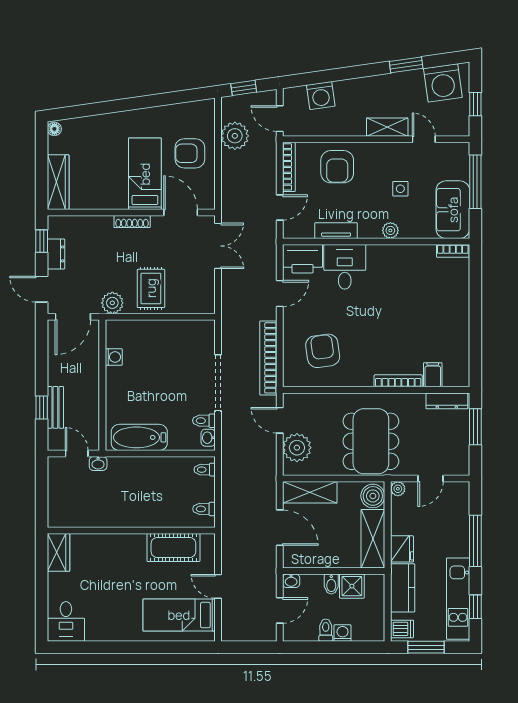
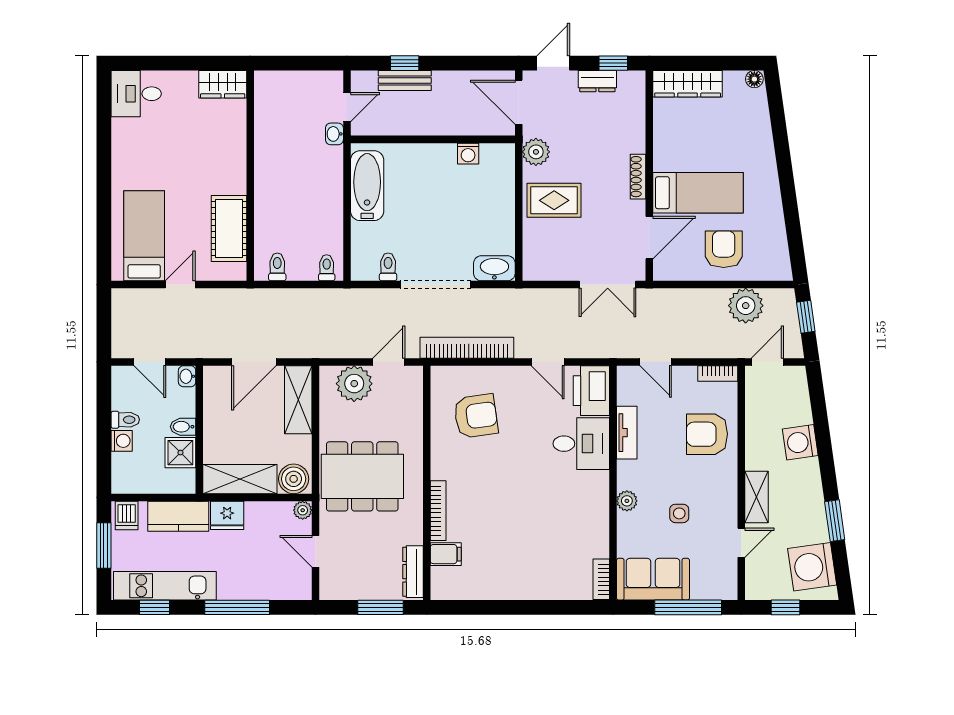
washing machine: (321, 96) -> (800, 442), moved
bookcase: (289, 167) -> (718, 374), width x0.64
washbasin: (208, 438) -> (494, 268), moved, width x1.91, depth x1.45

